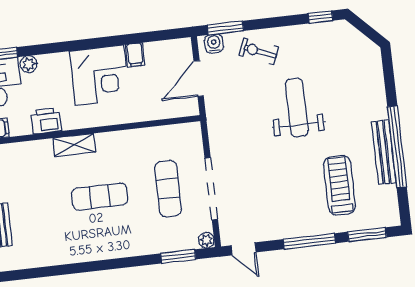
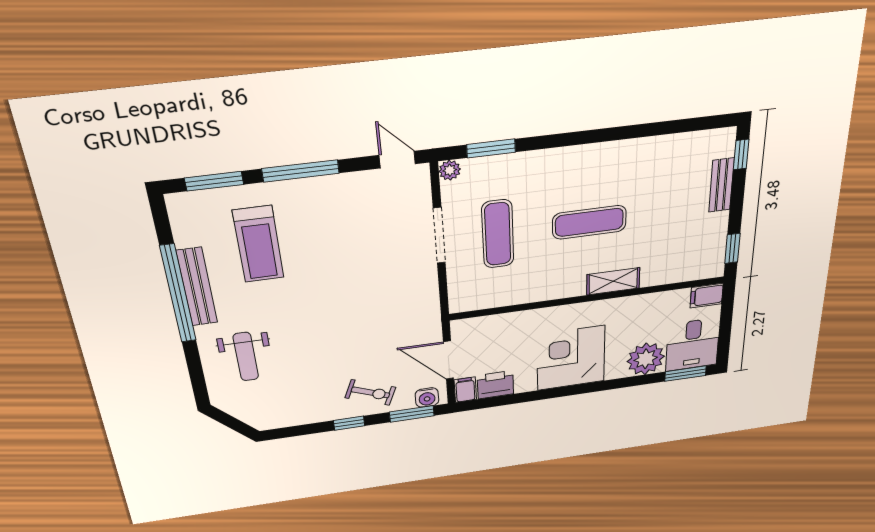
window: (320, 17) -> (349, 423), moved
filing cabinet: (135, 55) -> (465, 390), moved
plant: (29, 64) -> (646, 359), width x1.88, depth x1.88
door: (199, 79) -> (448, 360), swing flipped
weight bench: (297, 108) -> (246, 357), moved, width x0.73, depth x0.75
printer: (46, 121) -> (495, 385), moved, turned 180
doorway: (211, 189) -> (439, 235), width x0.73

